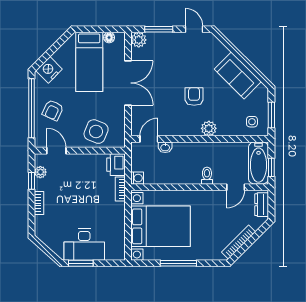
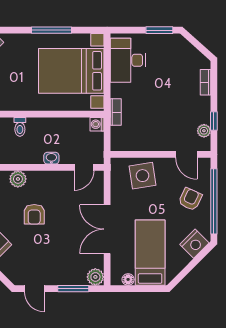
side table: (96, 132) -> (142, 176), turned -31
washbasin: (165, 147) -> (51, 158), moved
printer: (116, 165) -> (120, 139), removed
bookcase: (39, 203) -> (205, 82), moved
desk: (84, 245) -> (128, 60), moved, turned -90

